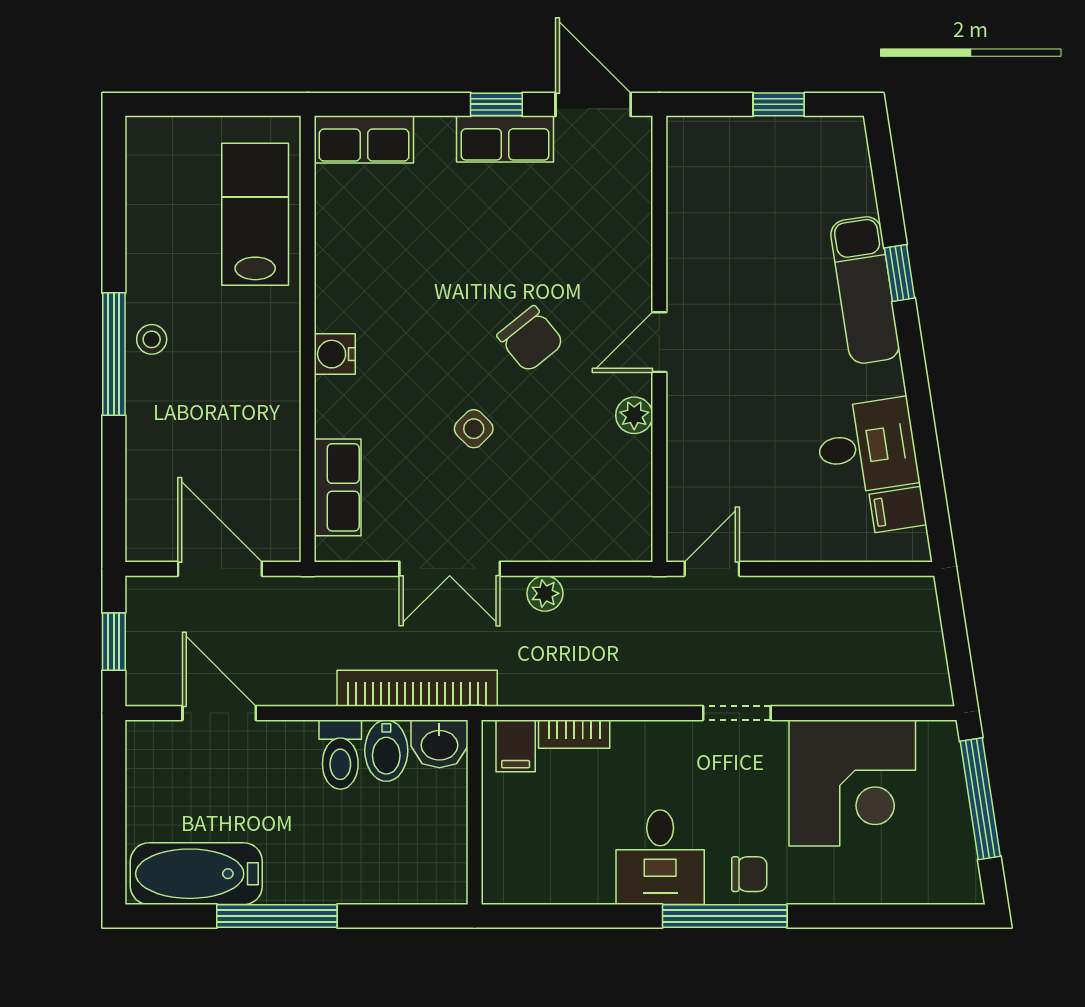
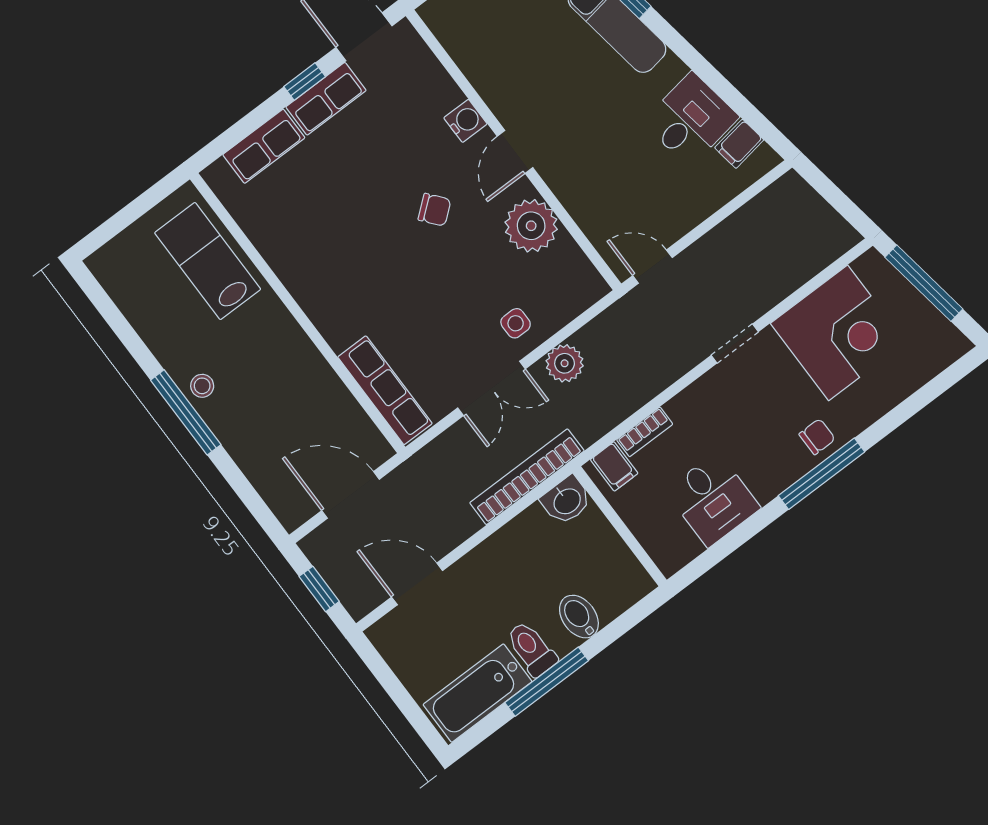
row of seats: (364, 139) -> (264, 146), moved
chair: (530, 339) -> (434, 210), width x0.73, depth x0.73
water cooler: (335, 354) -> (465, 121), moved, turned 180
plant: (634, 415) -> (531, 226), width x1.87, depth x1.87
side table: (474, 429) -> (516, 323), moved, turned 45
row of seats: (338, 487) -> (385, 390), width x1.48
door: (712, 569) -> (652, 267), hinge flipped
plant: (545, 593) -> (565, 363), width x1.38, depth x1.38
bidet: (386, 751) -> (579, 617), moved, turned 180
toilet: (340, 755) -> (531, 649), moved, turned 180
desk: (660, 857) -> (713, 499), moved

